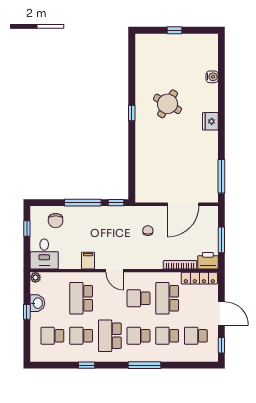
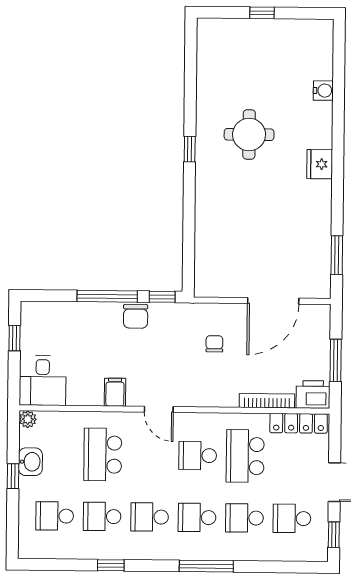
round table: (168, 104) -> (249, 134), turned -30
window: (221, 176) -> (337, 255), width x0.69
chair: (56, 221) -> (136, 316), moved
school desk: (110, 336) -> (150, 517), width x0.54

